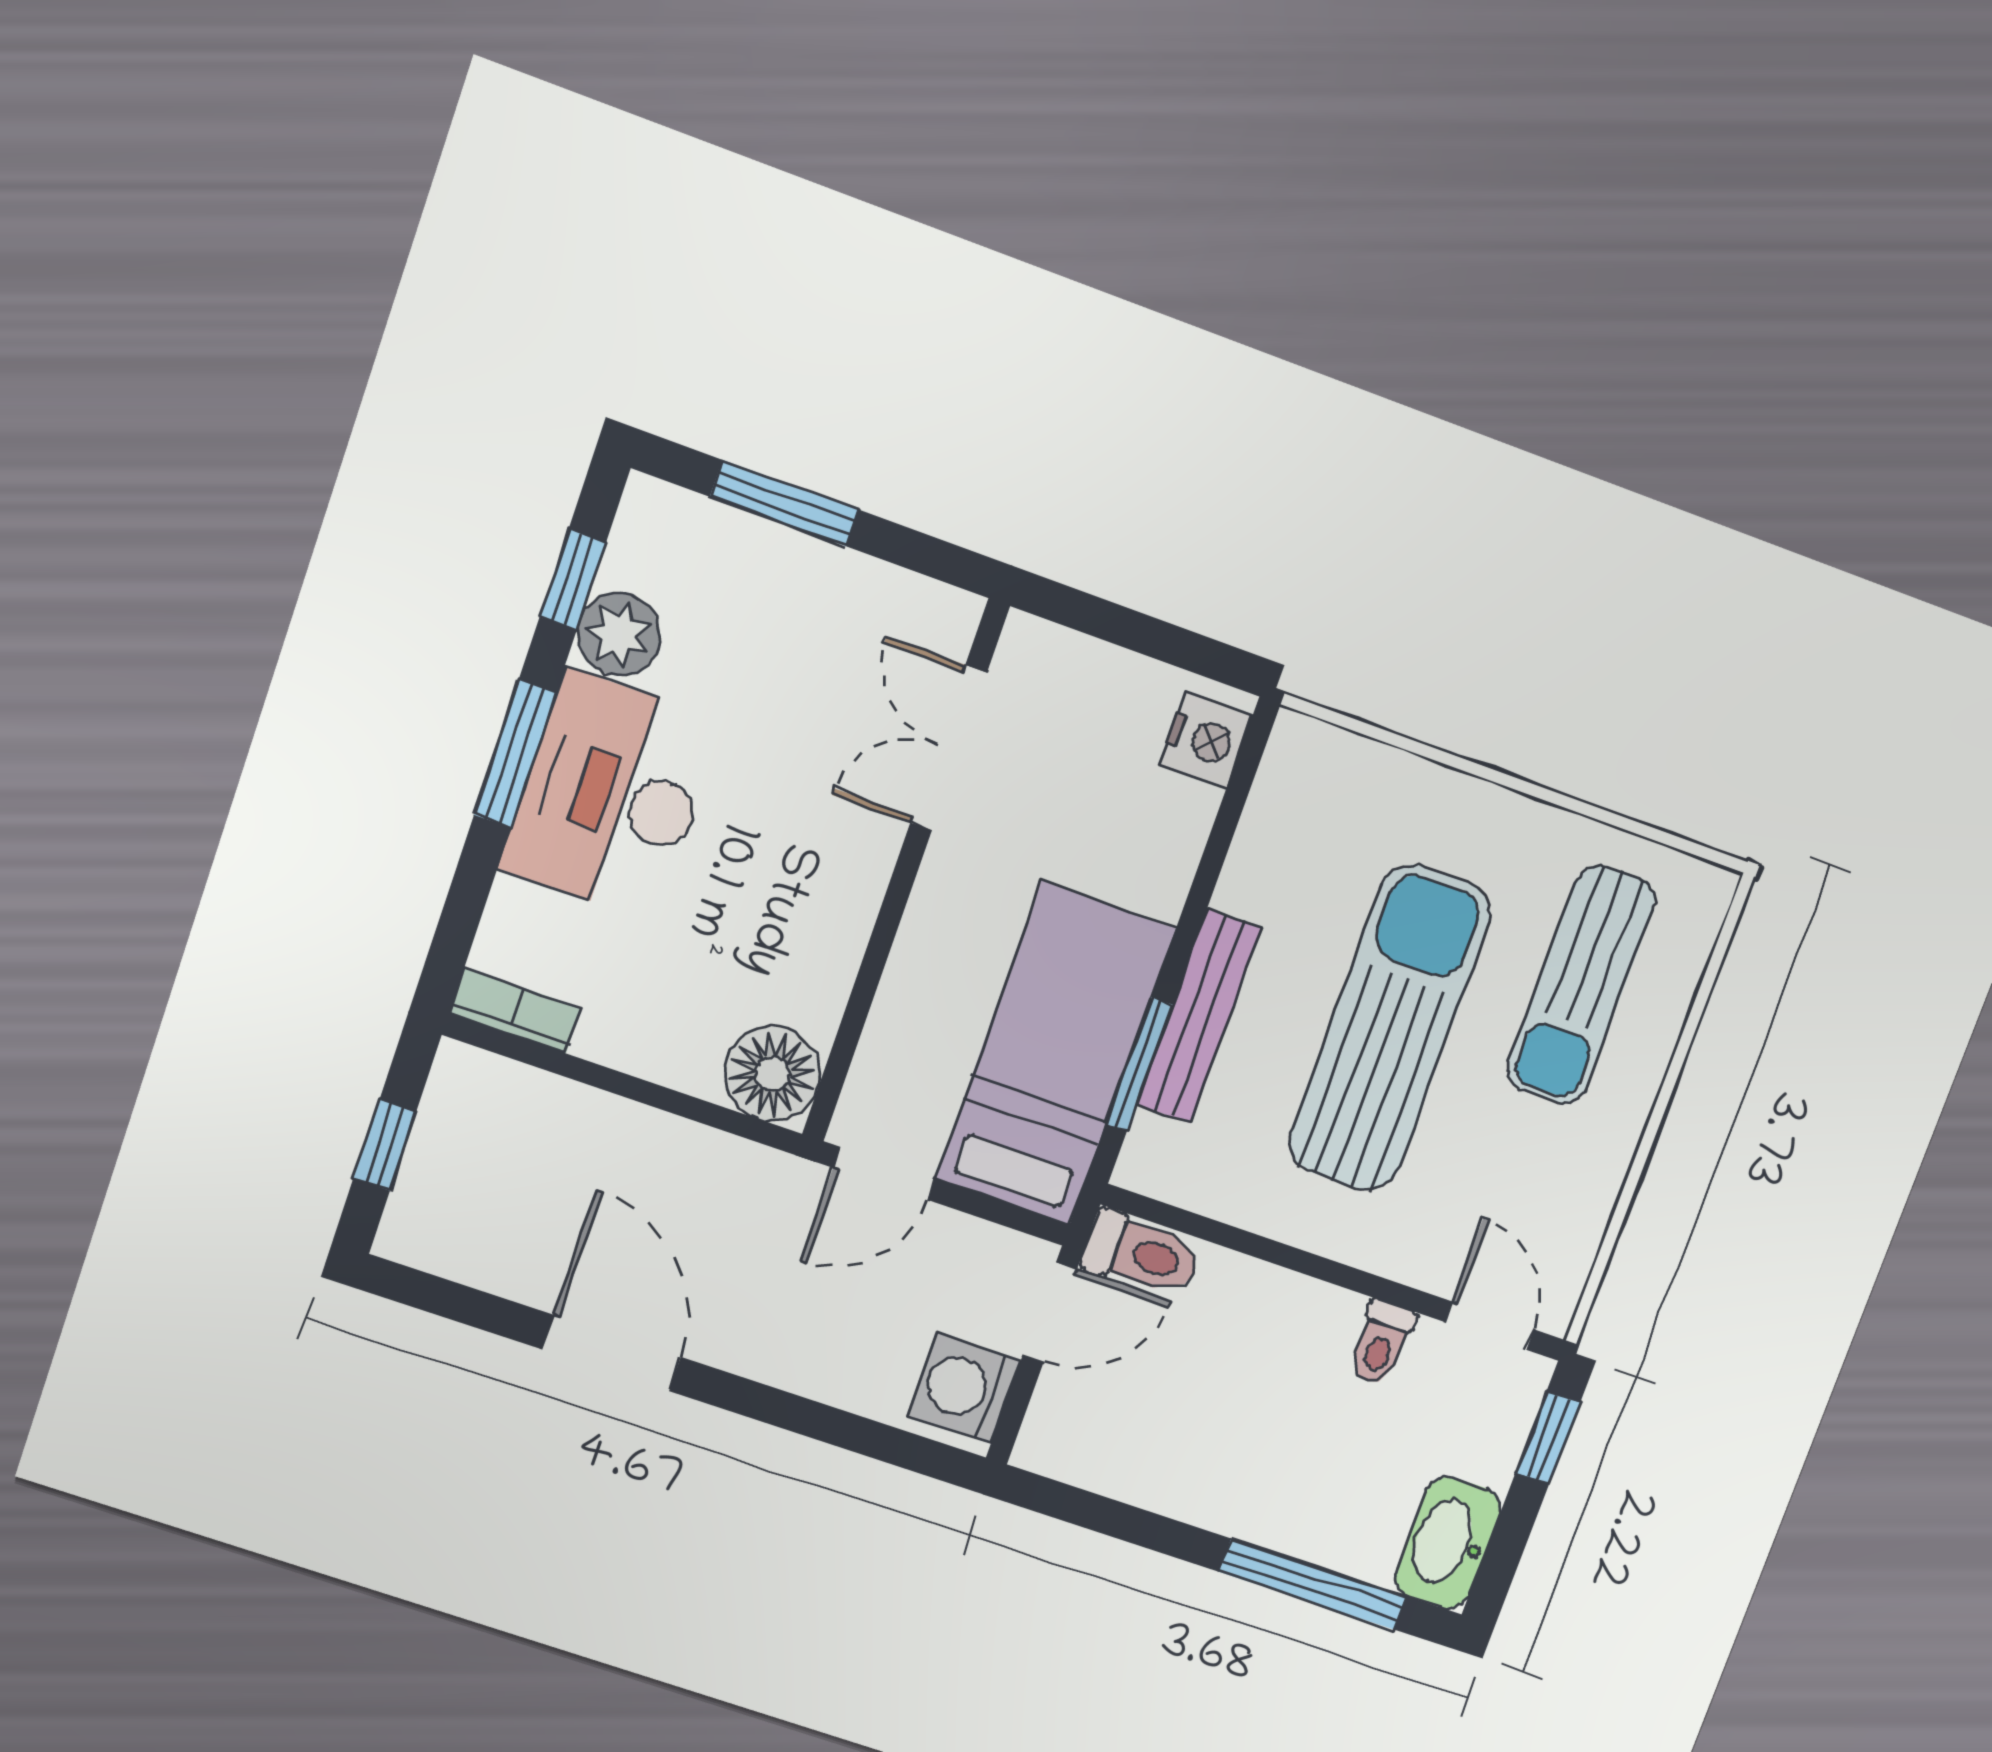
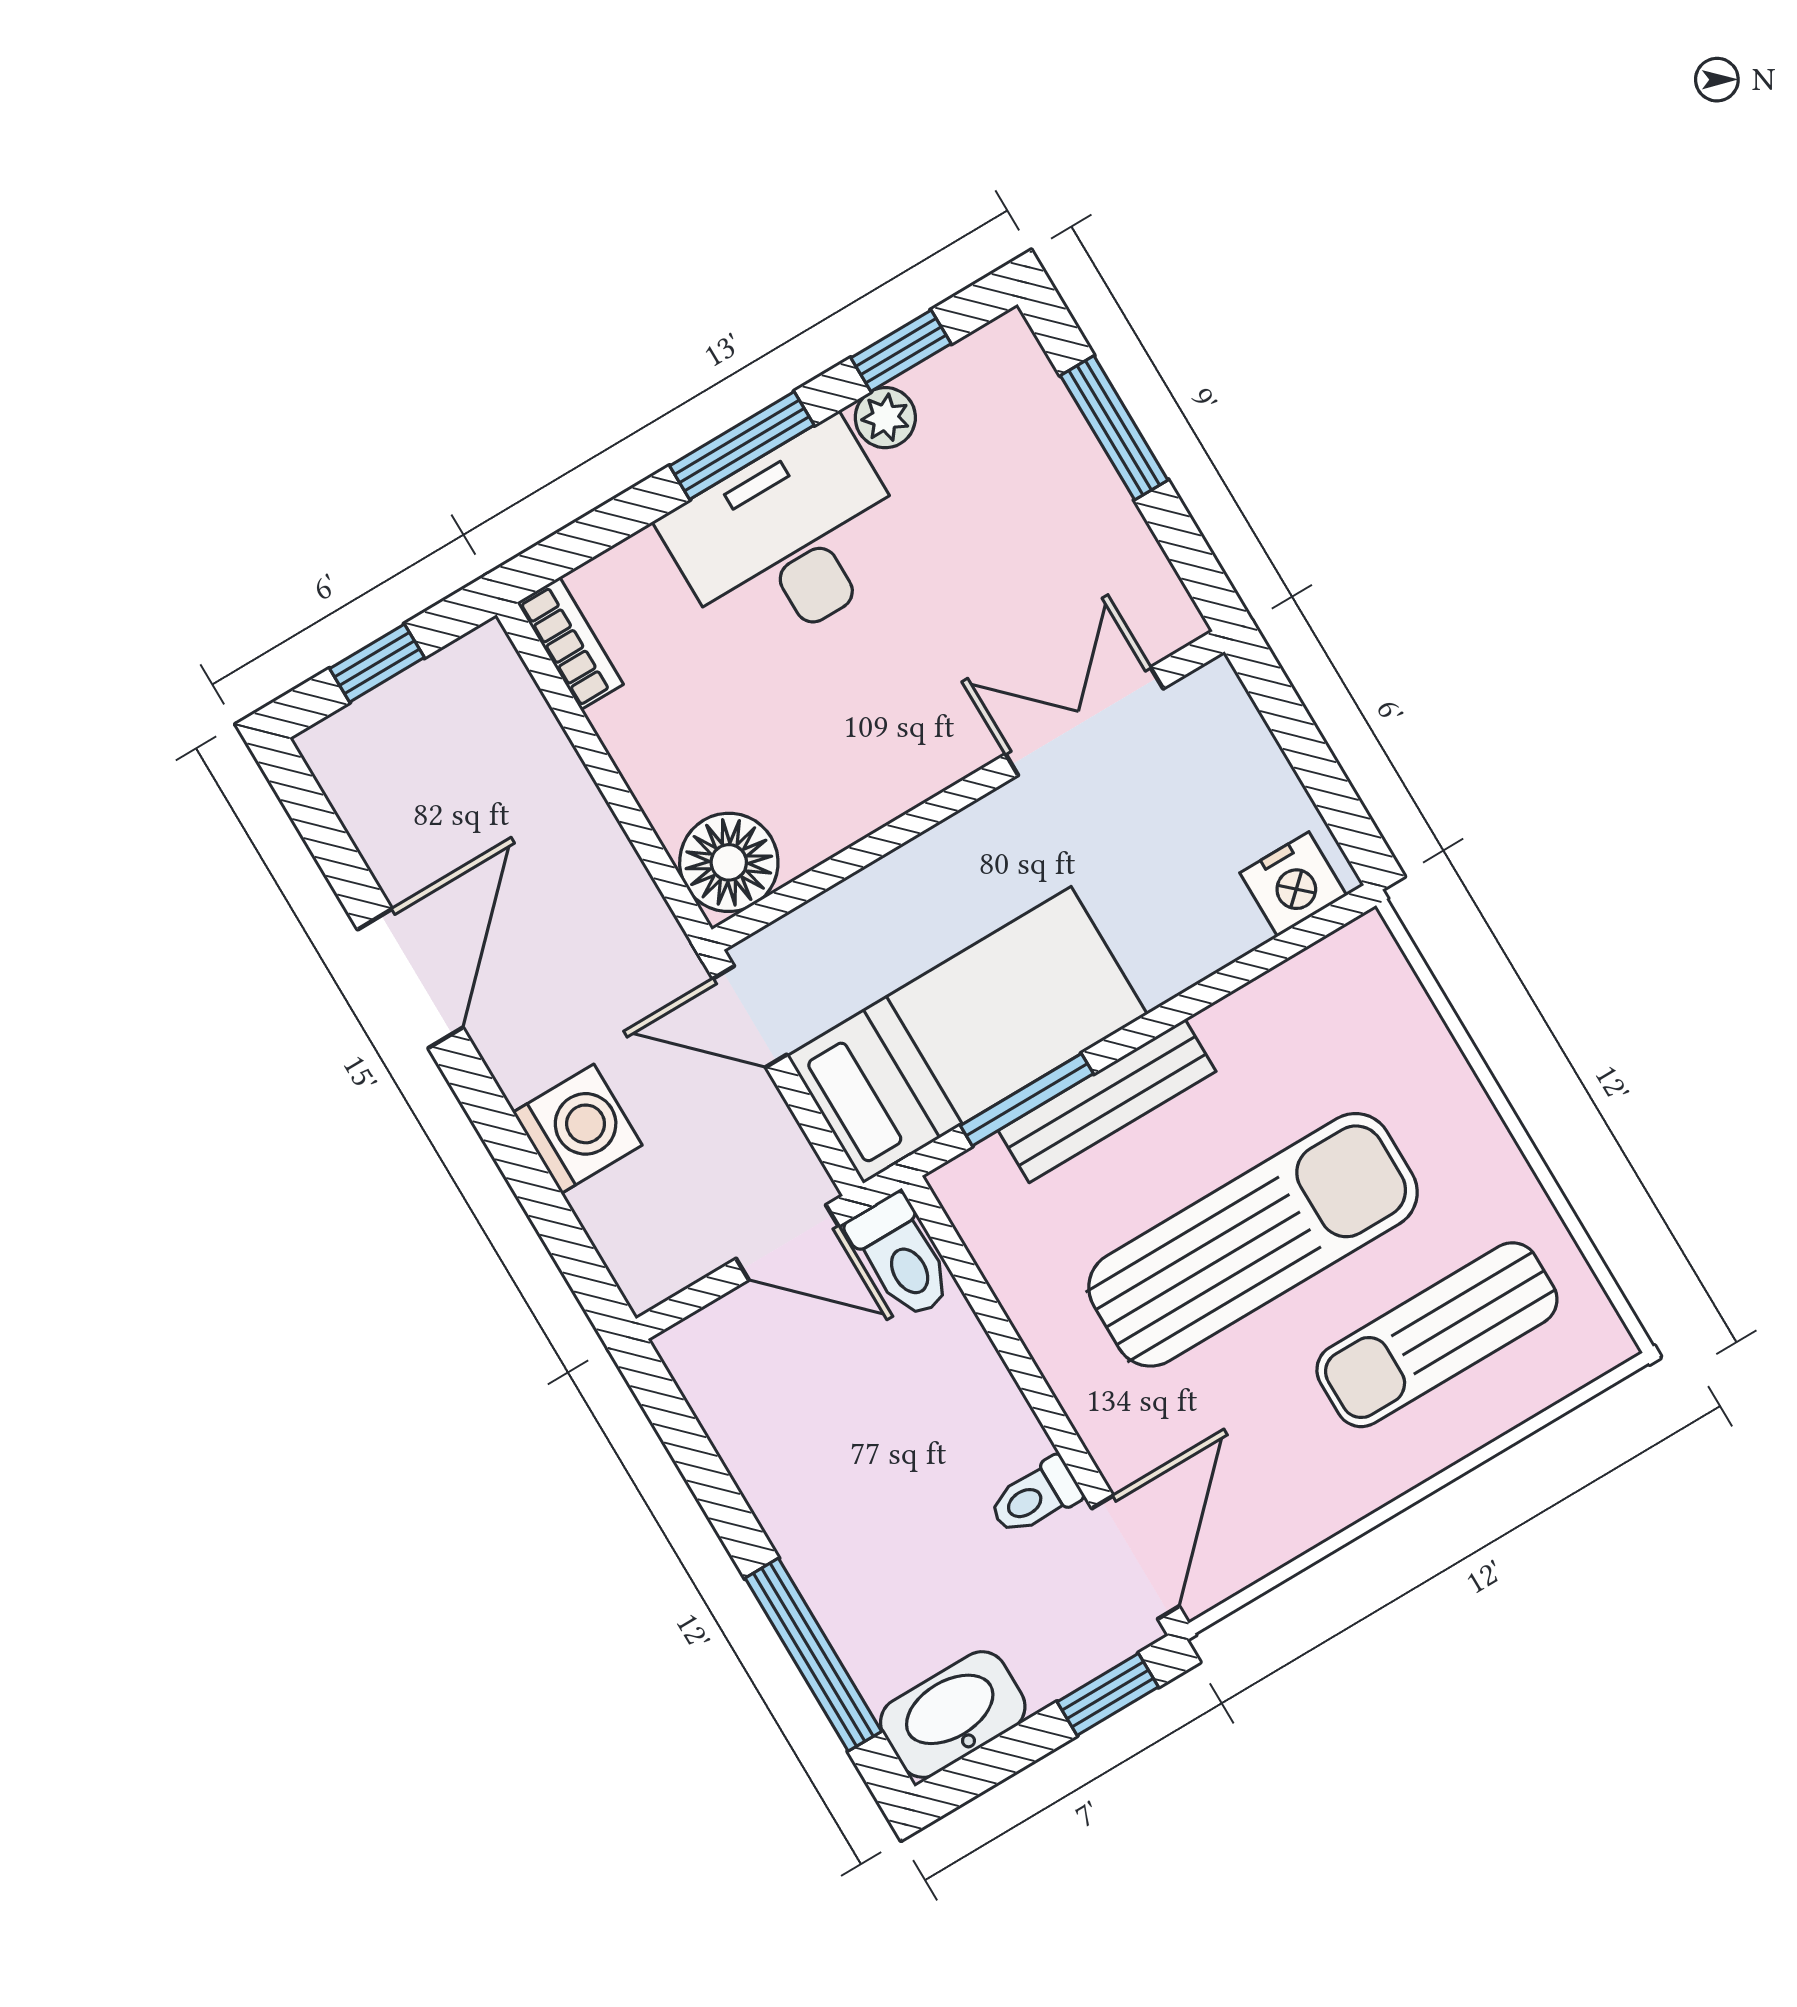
plant: (619, 634) -> (885, 418), width x0.73, depth x0.73
door: (1489, 1326) -> (1136, 1557), width x1.38
washing machine: (964, 1388) -> (577, 1129), moved, turned 90

